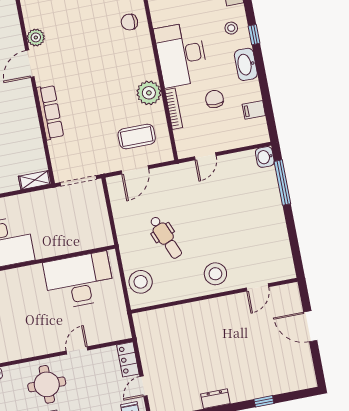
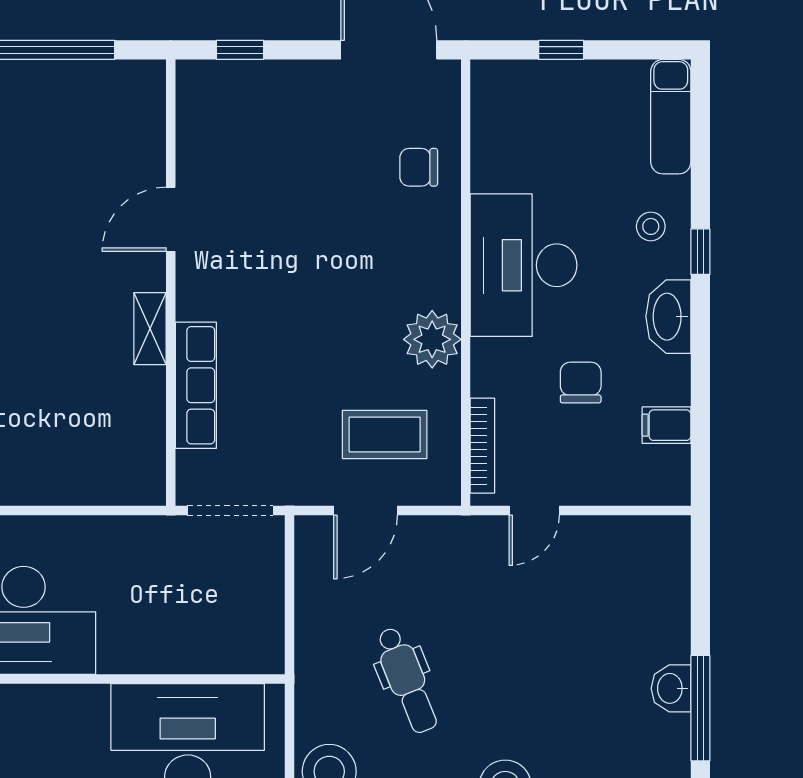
plant: (36, 37) -> (196, 161), removed
bookcase: (174, 109) -> (482, 446), moved
row of seats: (50, 112) -> (196, 385), moved
washbasin: (265, 157) -> (671, 688), moved
shelving: (35, 180) -> (150, 329), moved, turned 90
window: (282, 183) -> (700, 708), moved

